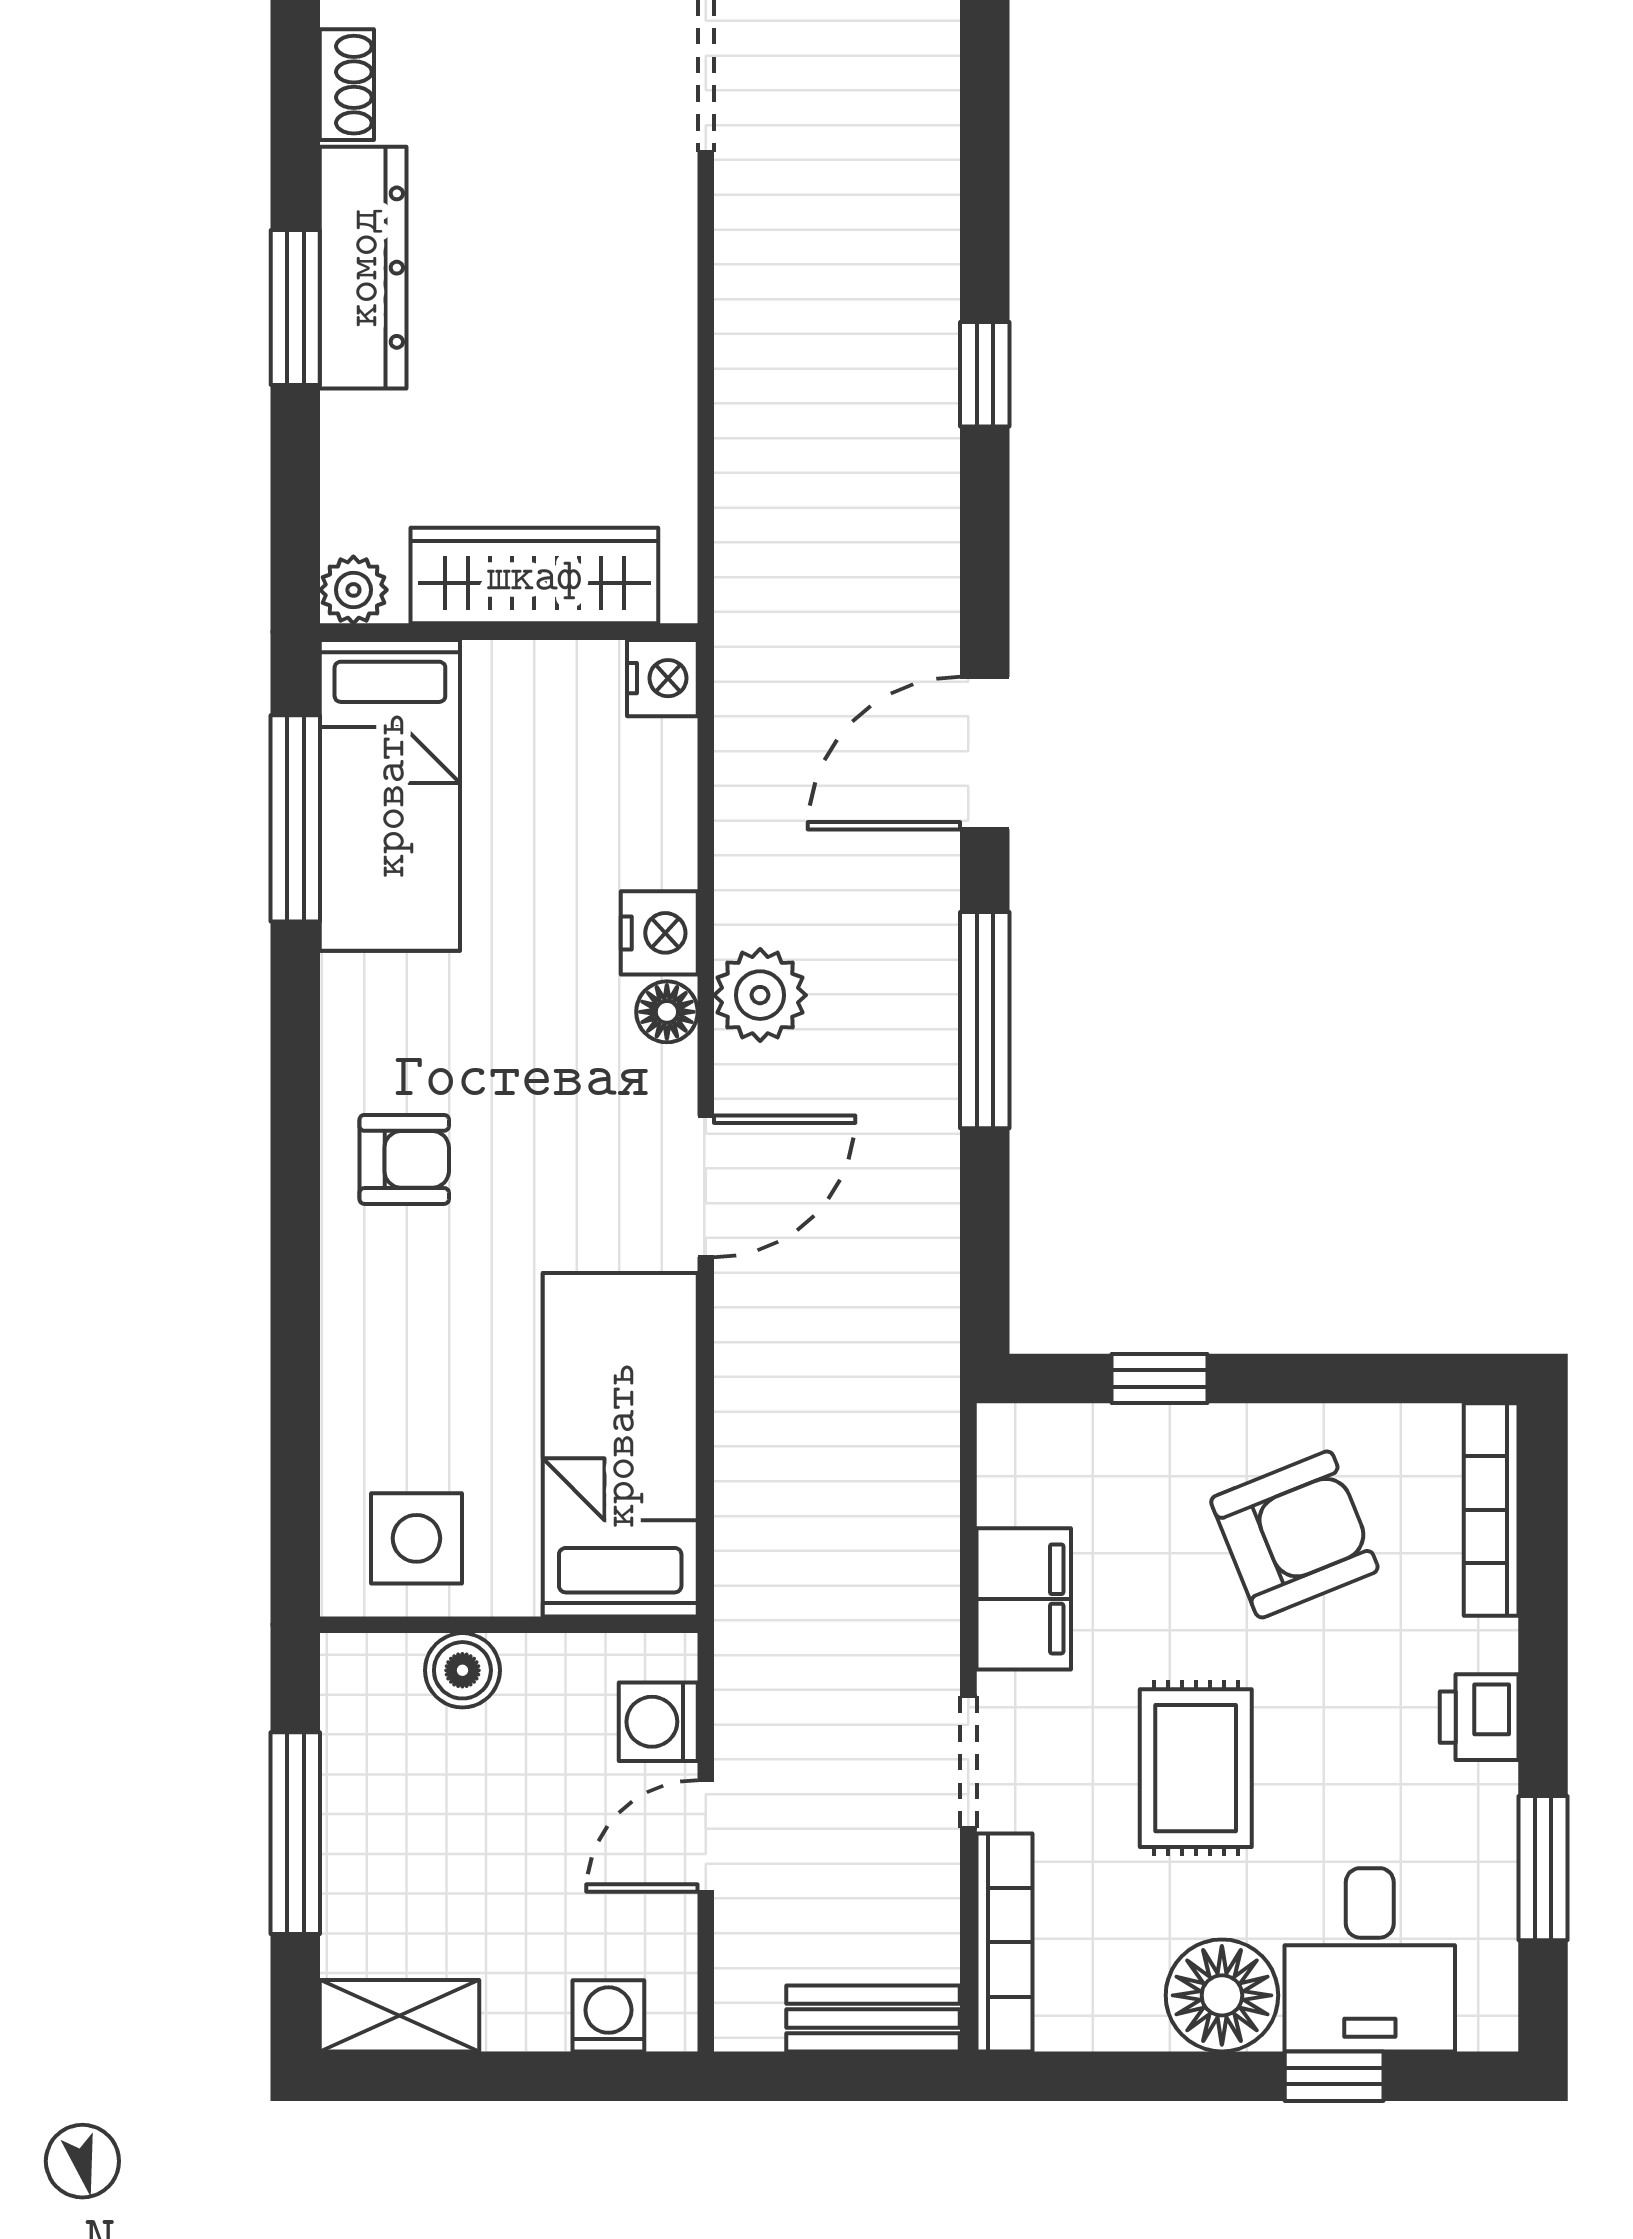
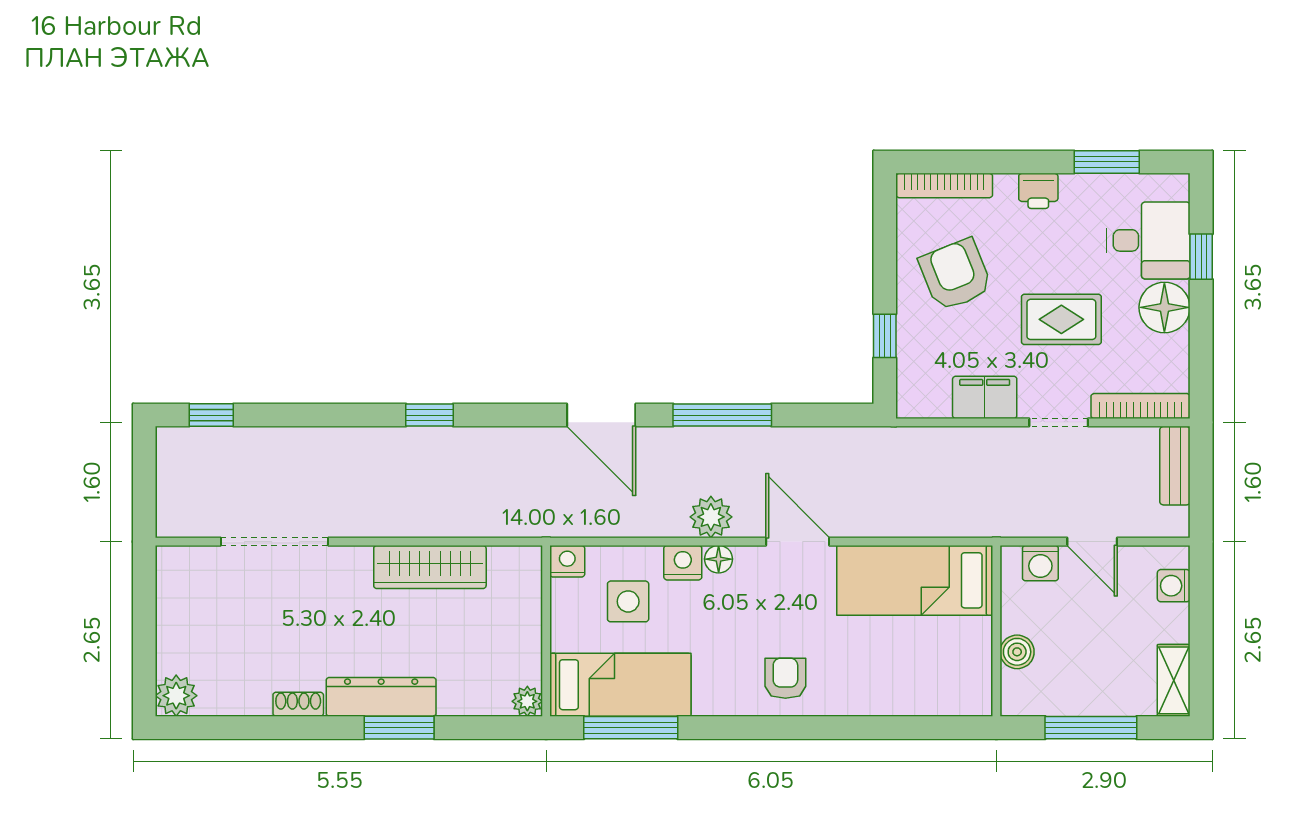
wardrobe: (534, 576) -> (430, 567), moved, turned -90
side table: (416, 1538) -> (628, 601), moved

